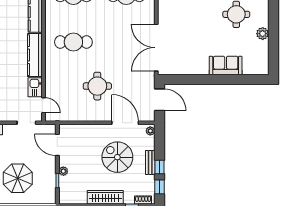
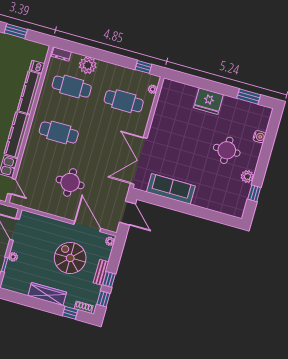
window: (273, 48) -> (254, 193), added
sofa: (226, 65) -> (171, 189), moved, width x1.36

